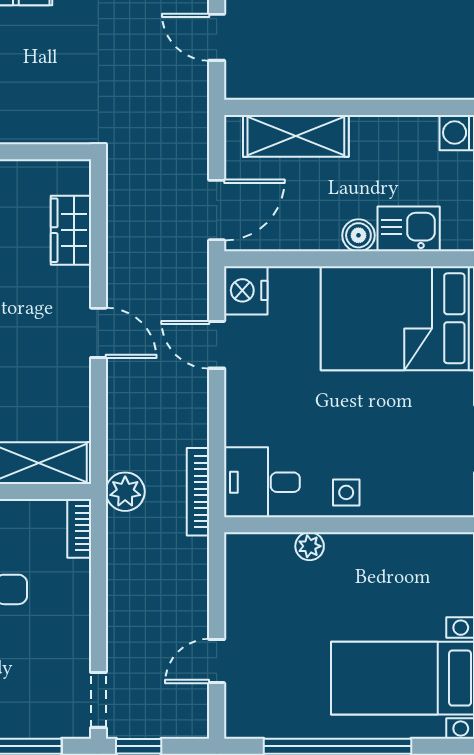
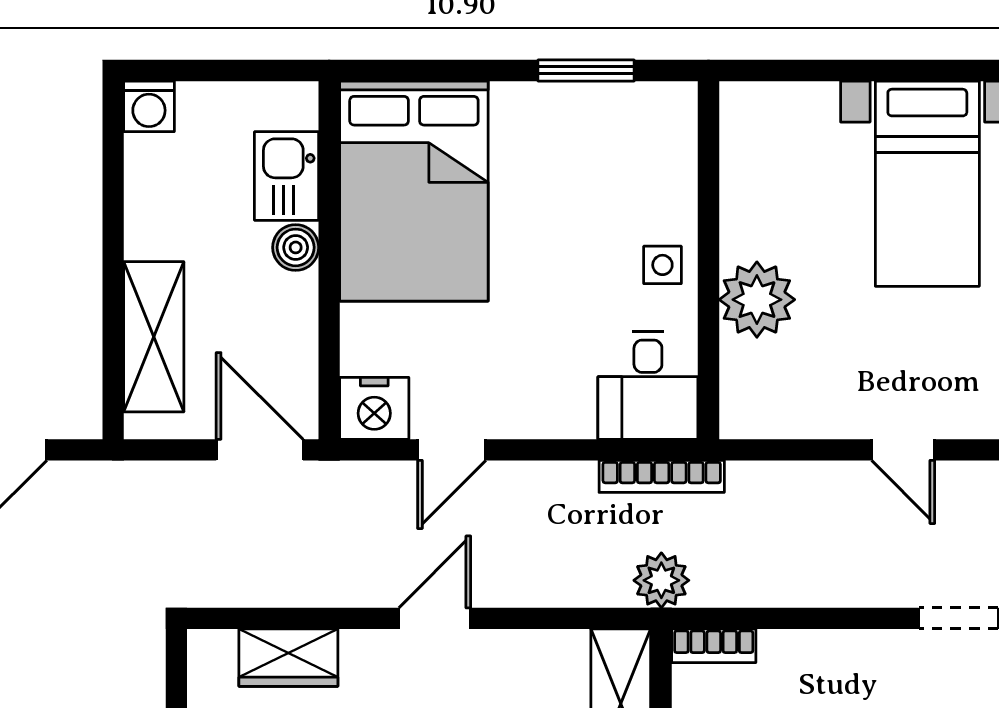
plant: (310, 546) -> (757, 300), width x1.88, depth x1.88

